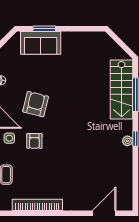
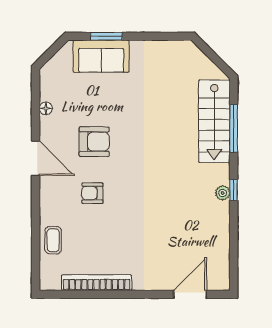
armchair: (36, 104) -> (94, 142), turned 76
side table: (9, 138) -> (57, 189), removed
armchair: (34, 141) -> (92, 193), turned 90

